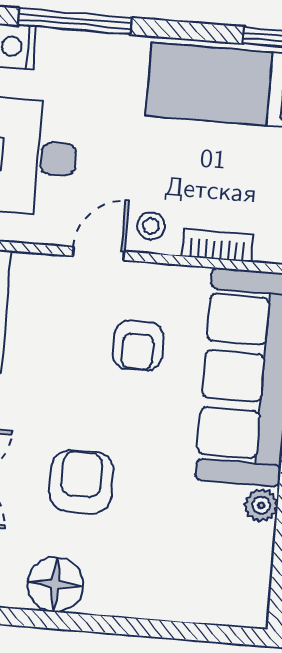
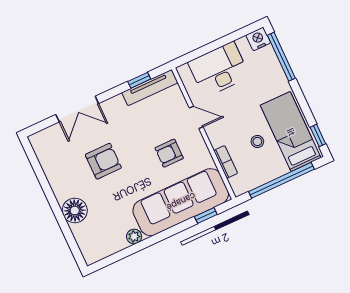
stool: (151, 226) -> (257, 142), moved
floor lamp: (55, 584) -> (75, 211), moved

